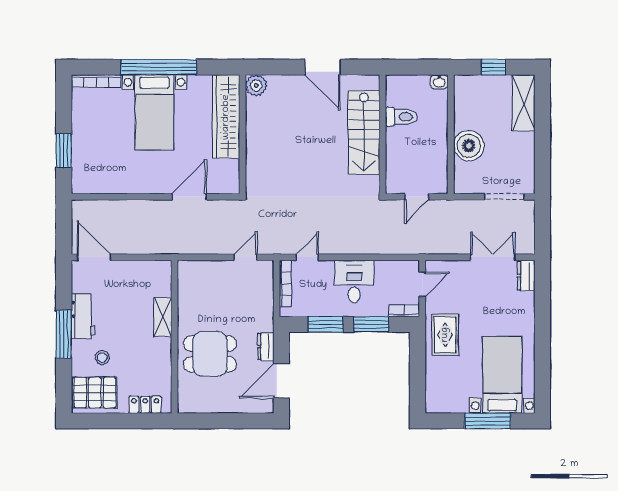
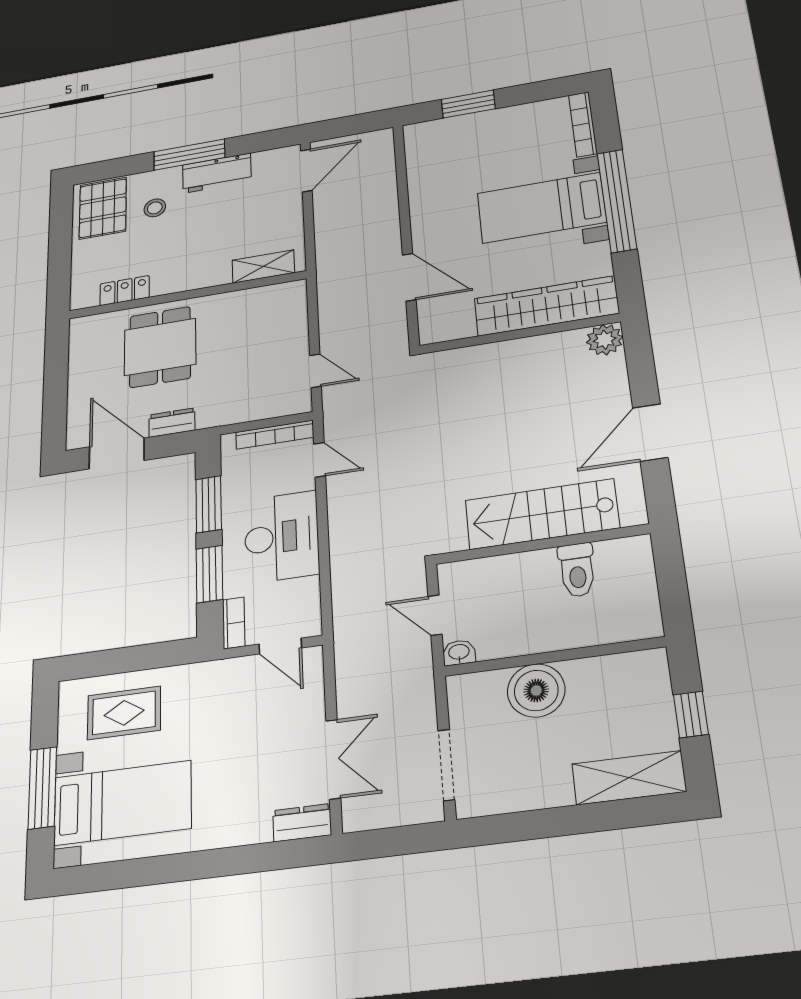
washbasin: (439, 82) -> (459, 653), moved, turned 90
desk: (354, 282) -> (282, 537), width x1.37
shelving: (163, 317) -> (263, 267), moved
rug: (445, 335) -> (124, 713), moved
locker: (145, 405) -> (125, 291), moved, turned -90

